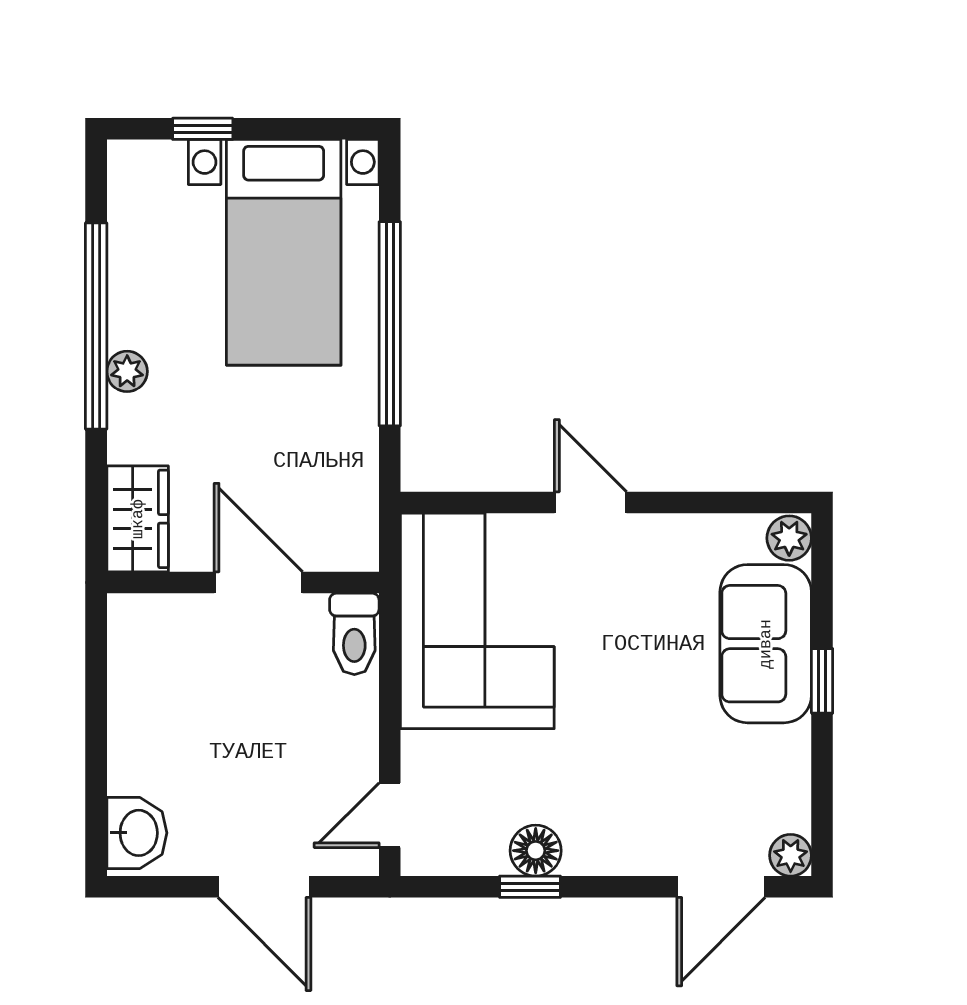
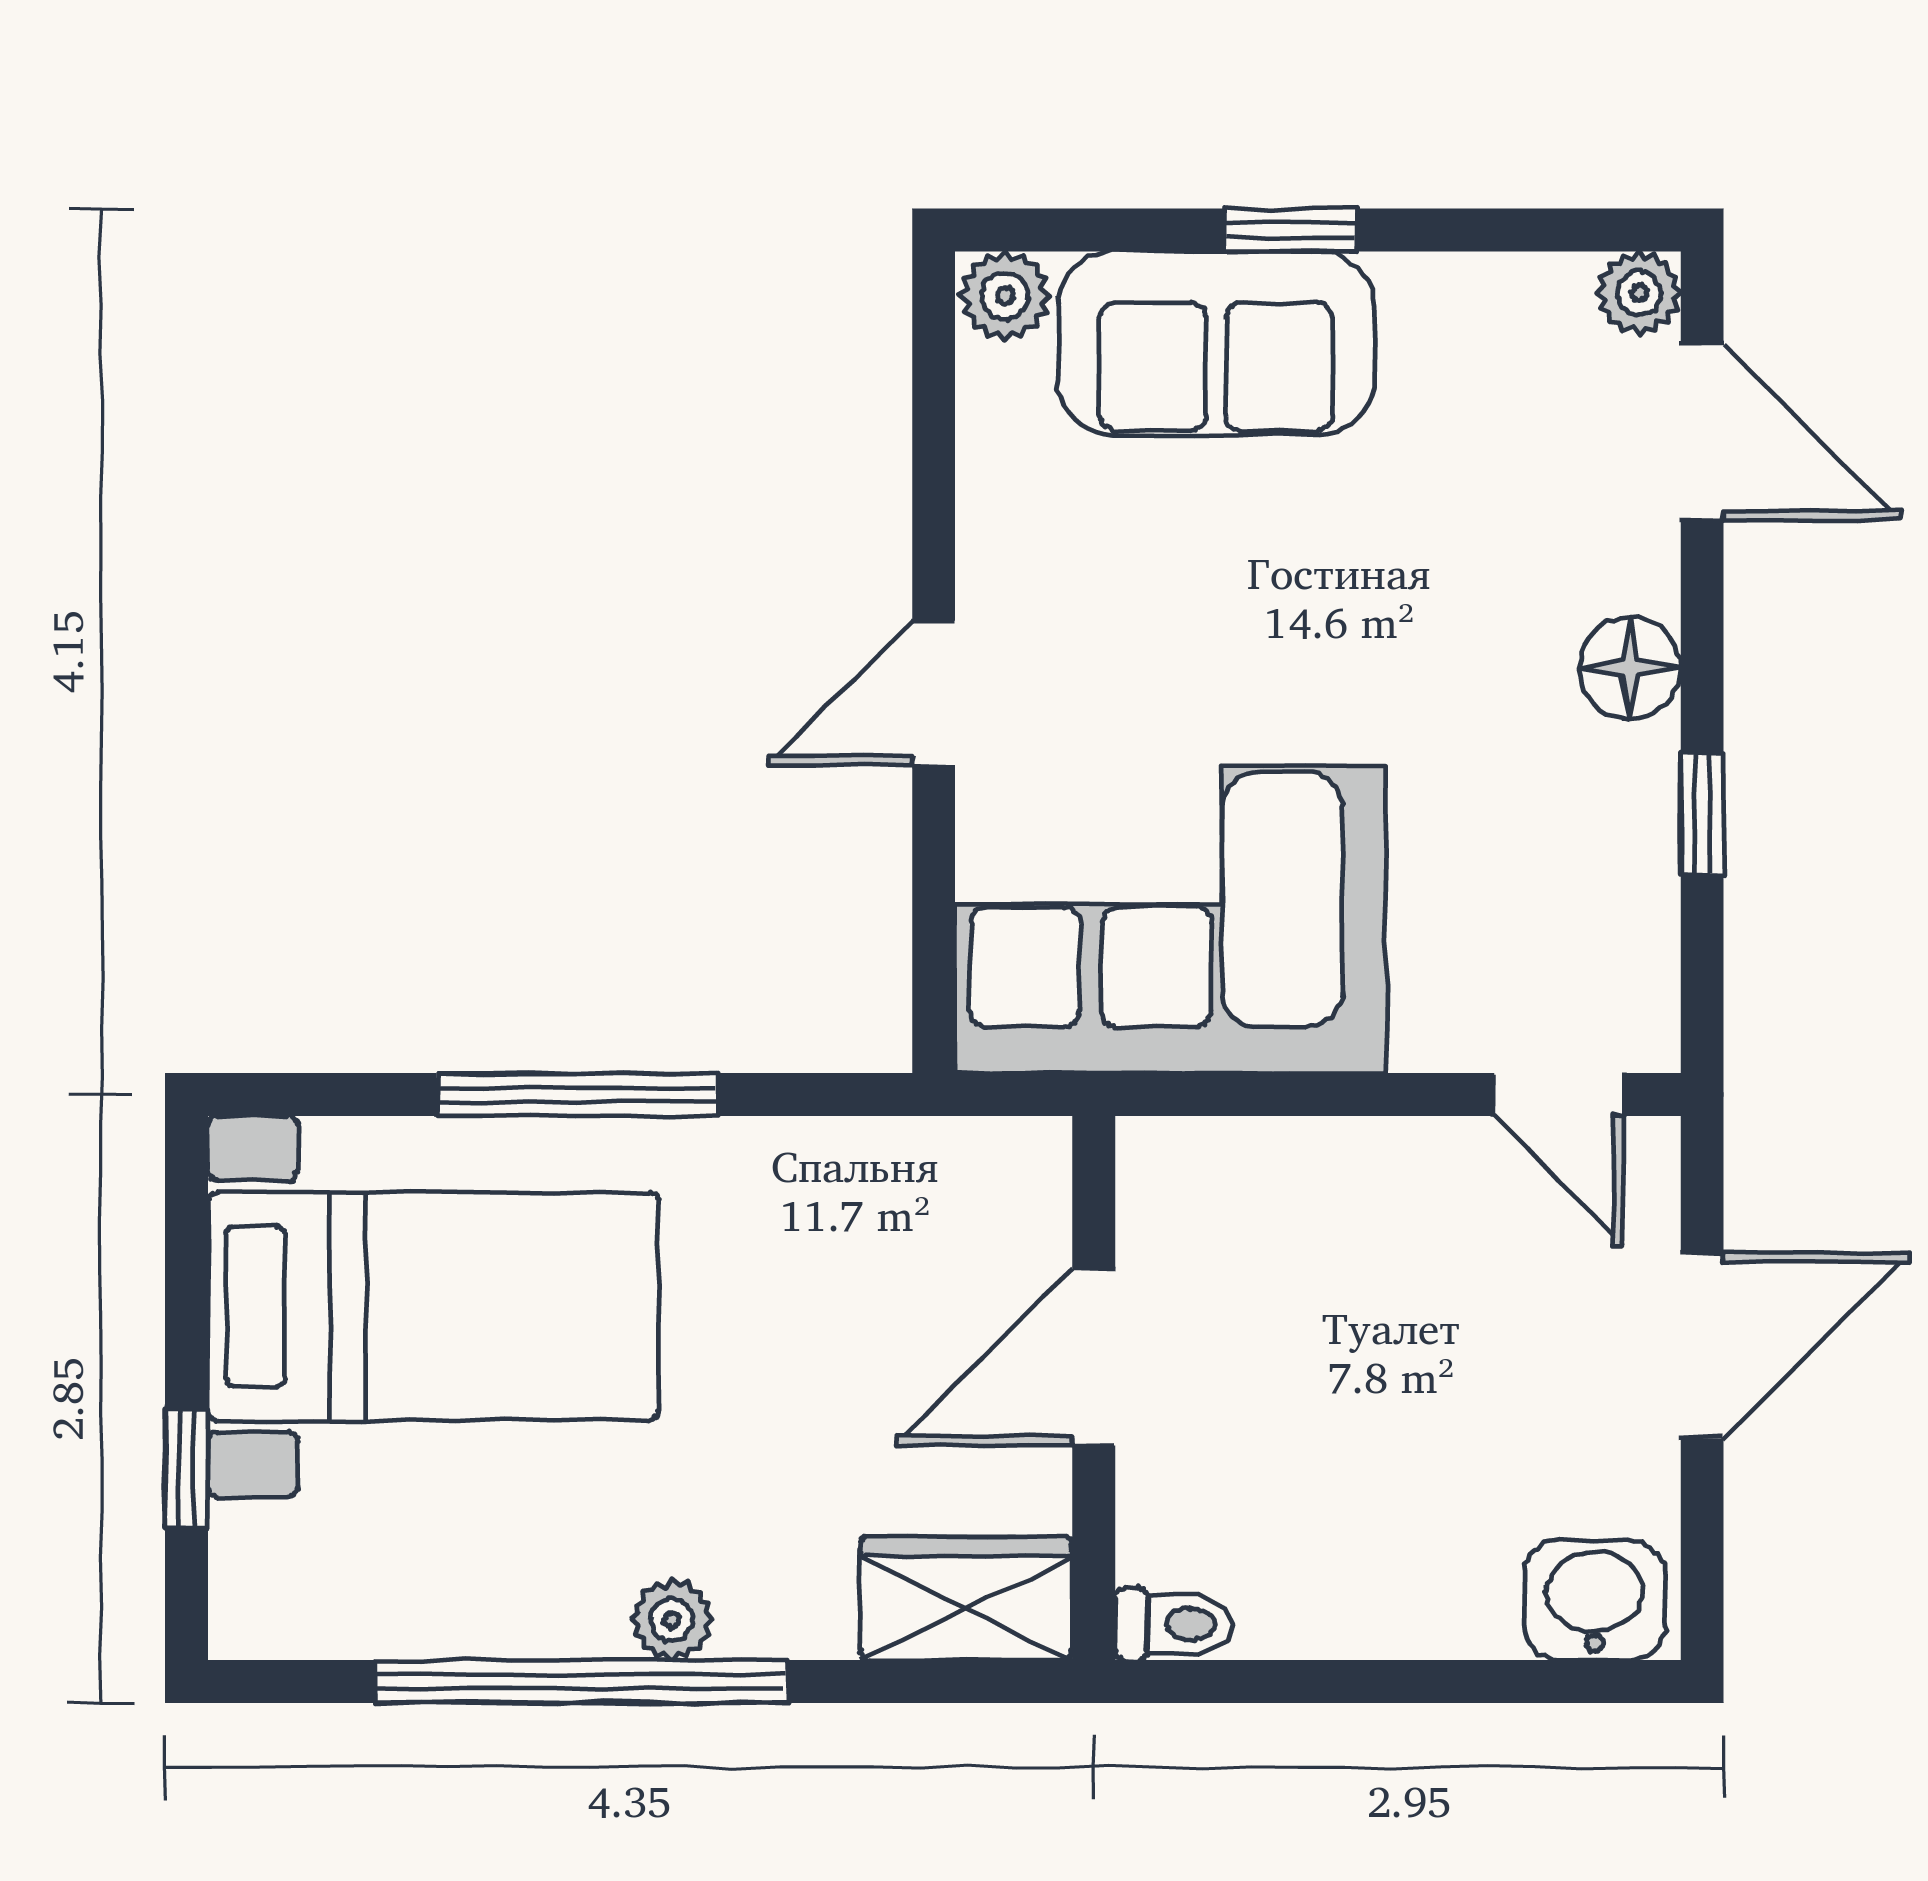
window: (390, 324) -> (576, 1095), width x0.68
toilet: (354, 634) -> (1174, 1624), moved, width x0.73, depth x0.72
floor lamp: (536, 851) -> (1630, 668), moved

